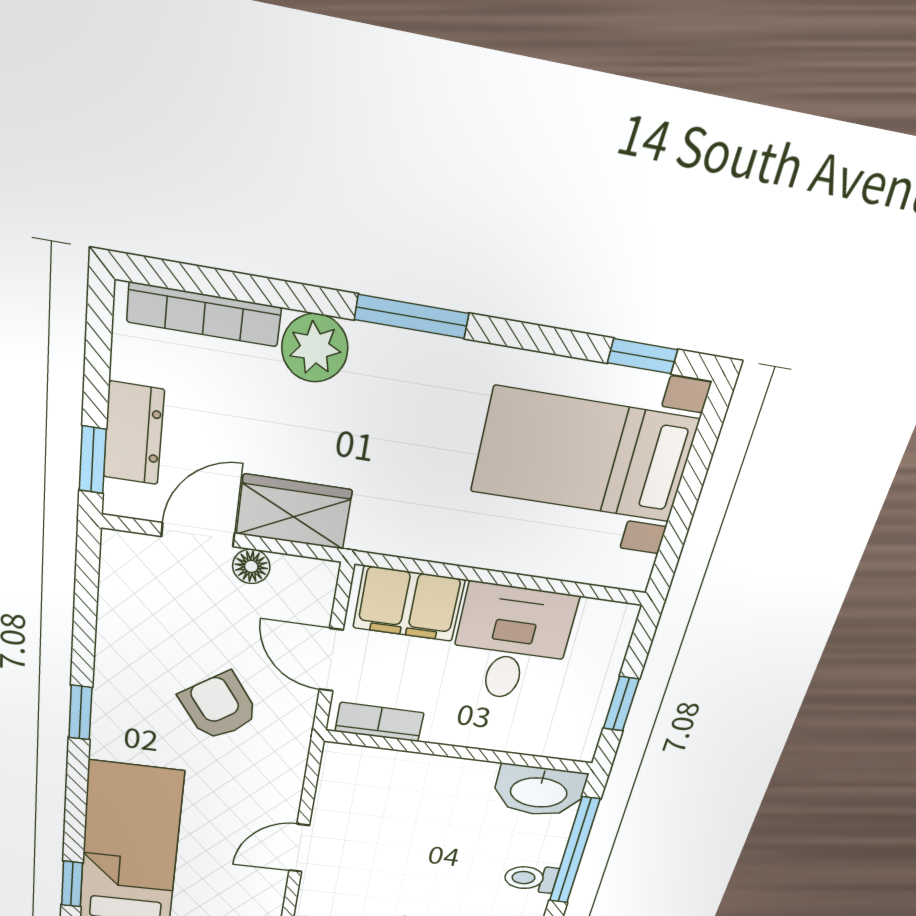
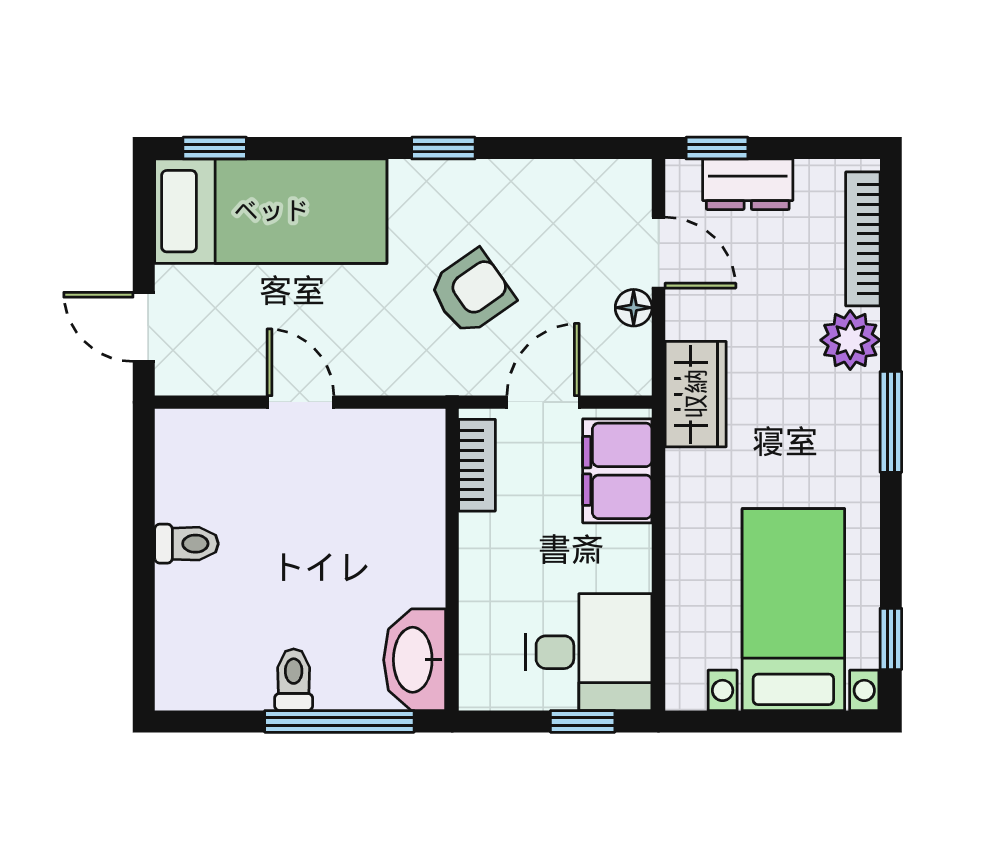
wardrobe: (294, 512) -> (696, 394), moved
desk: (511, 644) -> (589, 652), moved
window: (621, 704) -> (583, 721), moved

